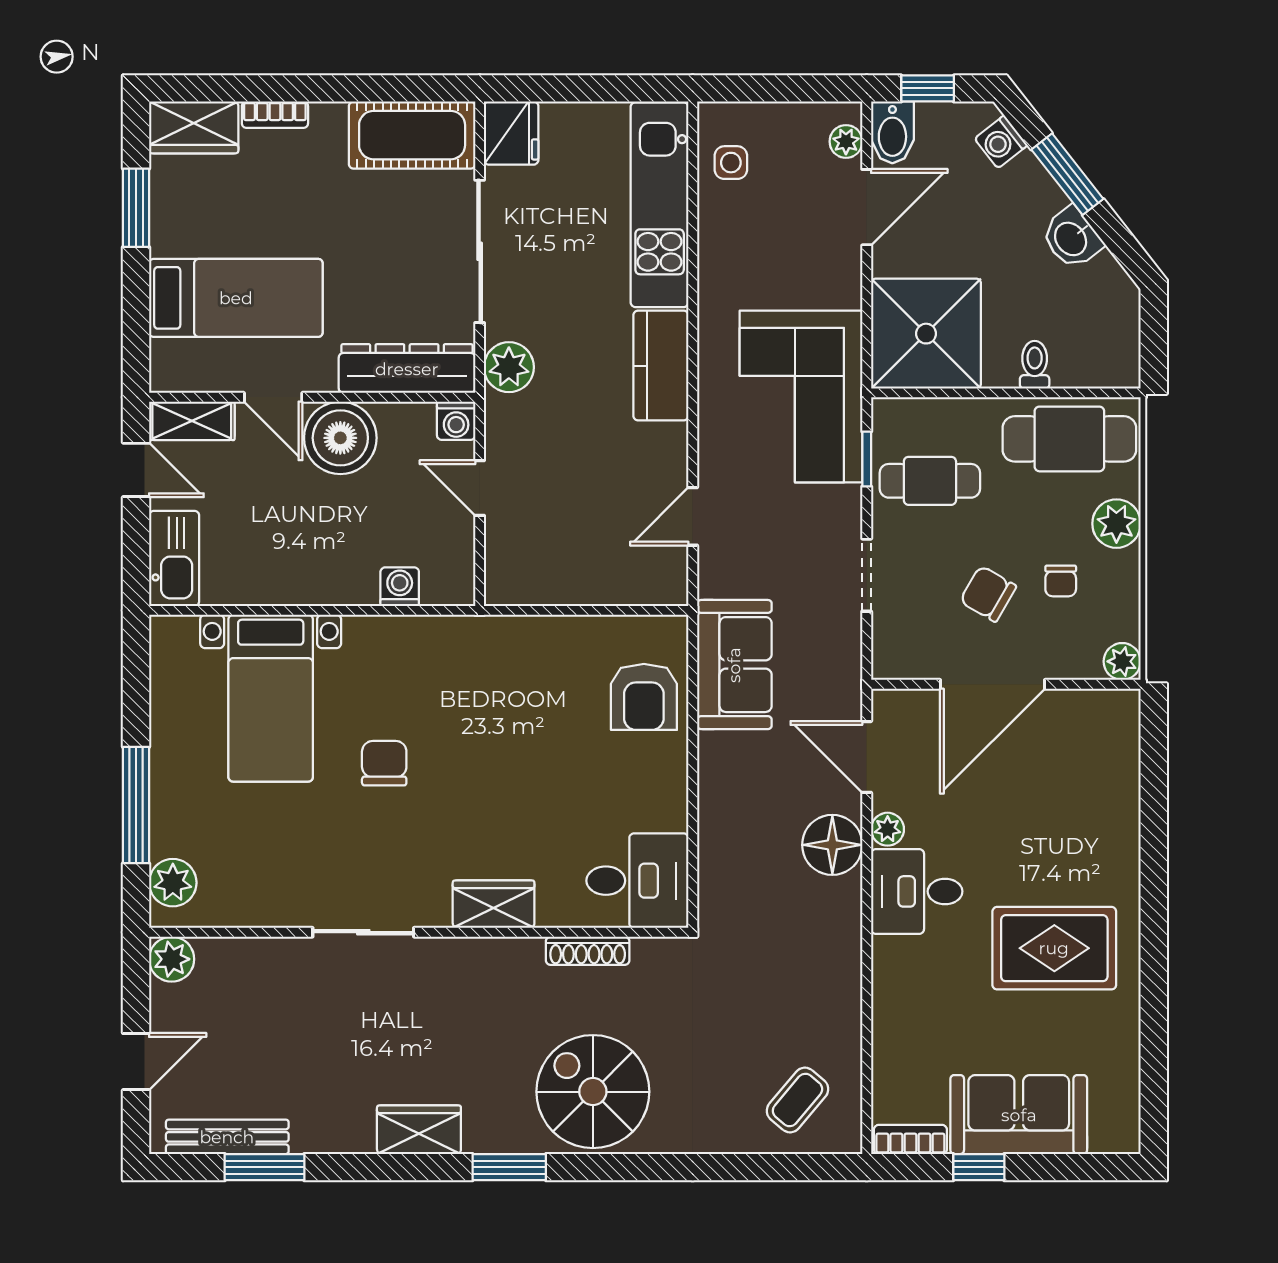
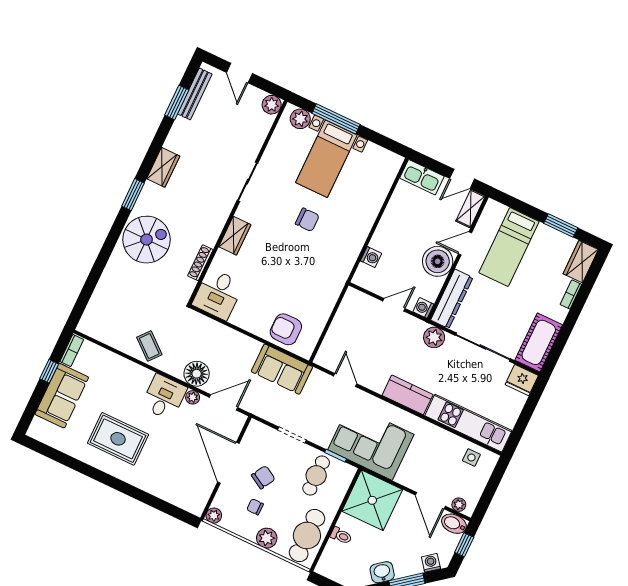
bed with nightstands: (271, 698) -> (326, 159), moved, turned -90
rug: (1054, 948) -> (118, 439), turned 90
coffee table: (797, 1100) -> (149, 346), moved

